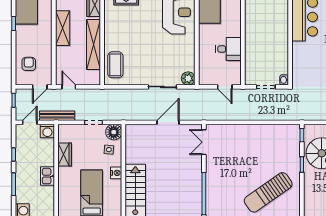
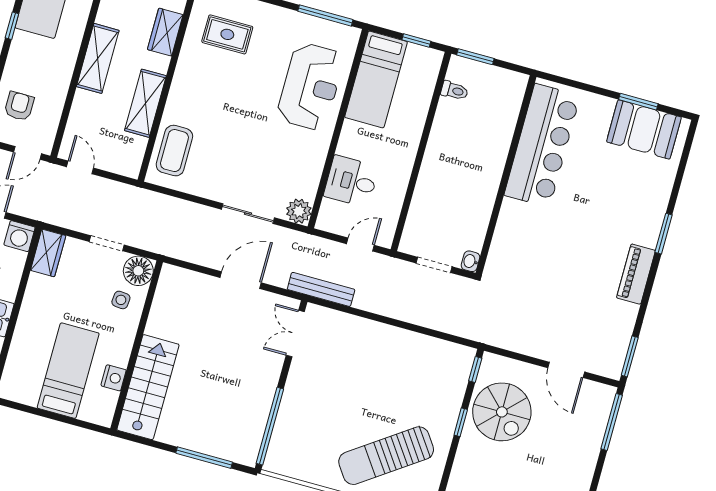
shelving: (94, 44) -> (145, 103), width x0.68
desk: (228, 49) -> (351, 181), moved, turned 180
door: (225, 87) -> (360, 245), swing flipped
bench: (57, 116) -> (321, 289), moved
wardrobe: (65, 154) -> (48, 253), moved
nightstand: (116, 173) -> (114, 378), moved

